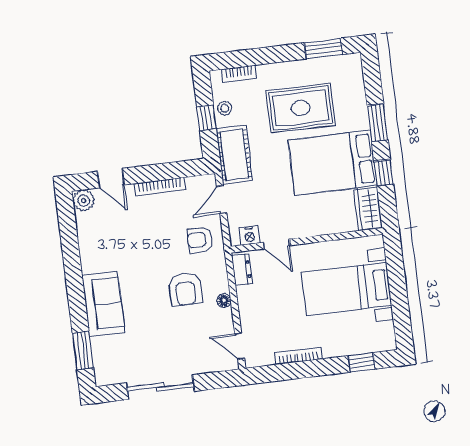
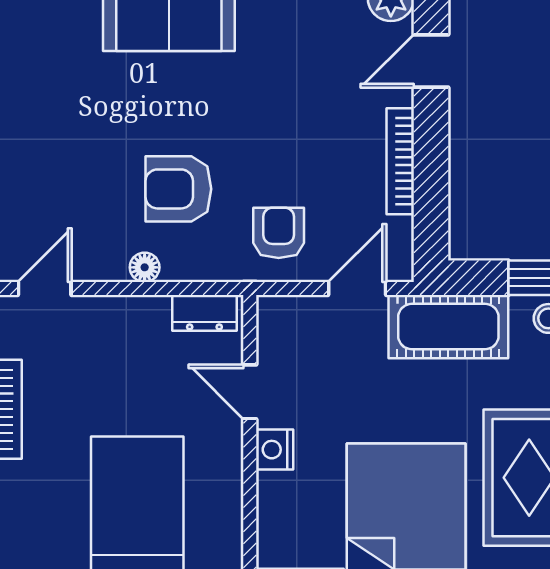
door: (222, 200) -> (357, 288), hinge flipped
nightstand: (250, 235) -> (275, 450), moved
door: (276, 244) -> (250, 392), hinge flipped

